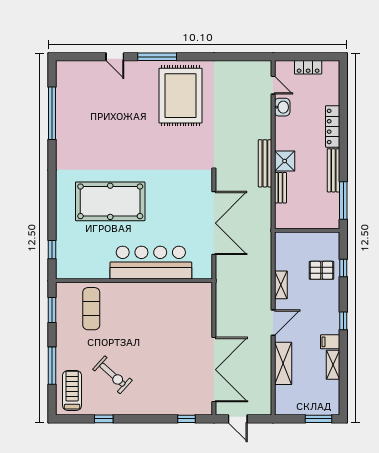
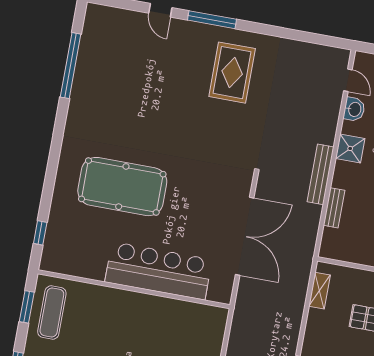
rug: (180, 96) -> (232, 73), width x0.73, depth x0.69
shower: (285, 161) -> (350, 148), moved
shelving: (281, 285) -> (320, 291), moved
exercise mat: (91, 309) -> (52, 313), moved

